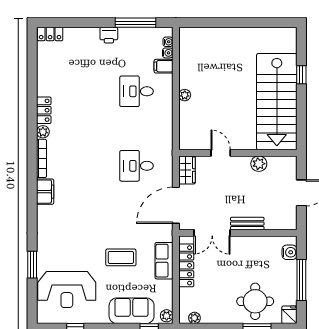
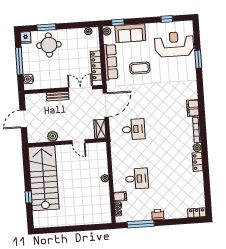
row of seats: (164, 261) -> (111, 62), width x1.48

